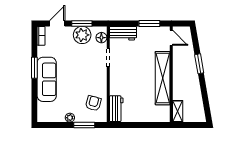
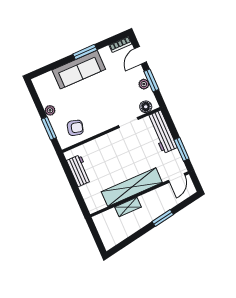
door: (57, 23) -> (140, 55), swing flipped
workbench: (123, 33) -> (162, 132), width x1.38
plant: (82, 35) -> (144, 84), width x0.53, depth x0.53
workbench: (116, 109) -> (79, 171), moved, turned -90
shelving: (178, 111) -> (128, 207), moved

